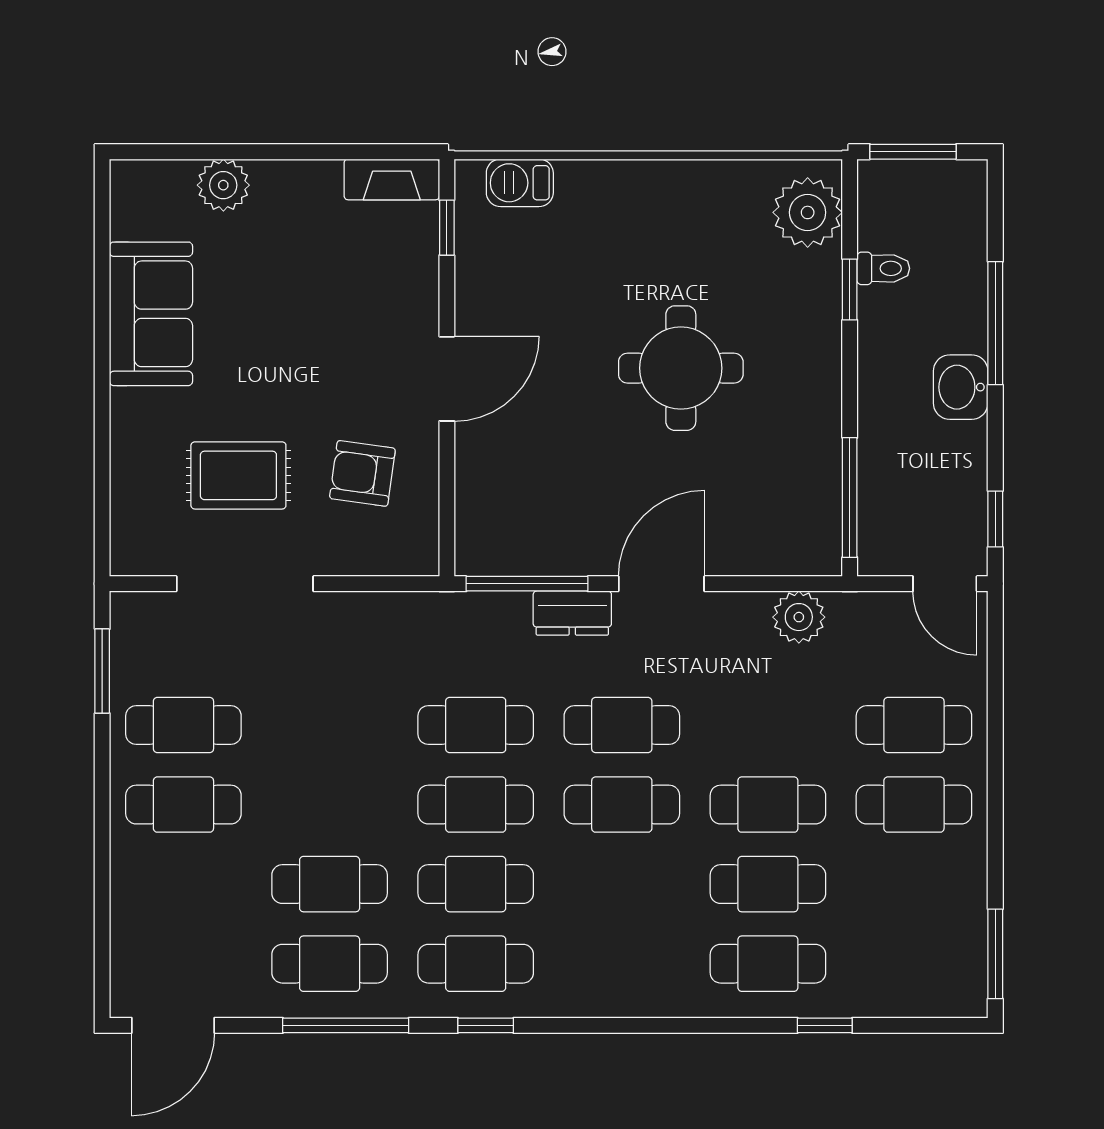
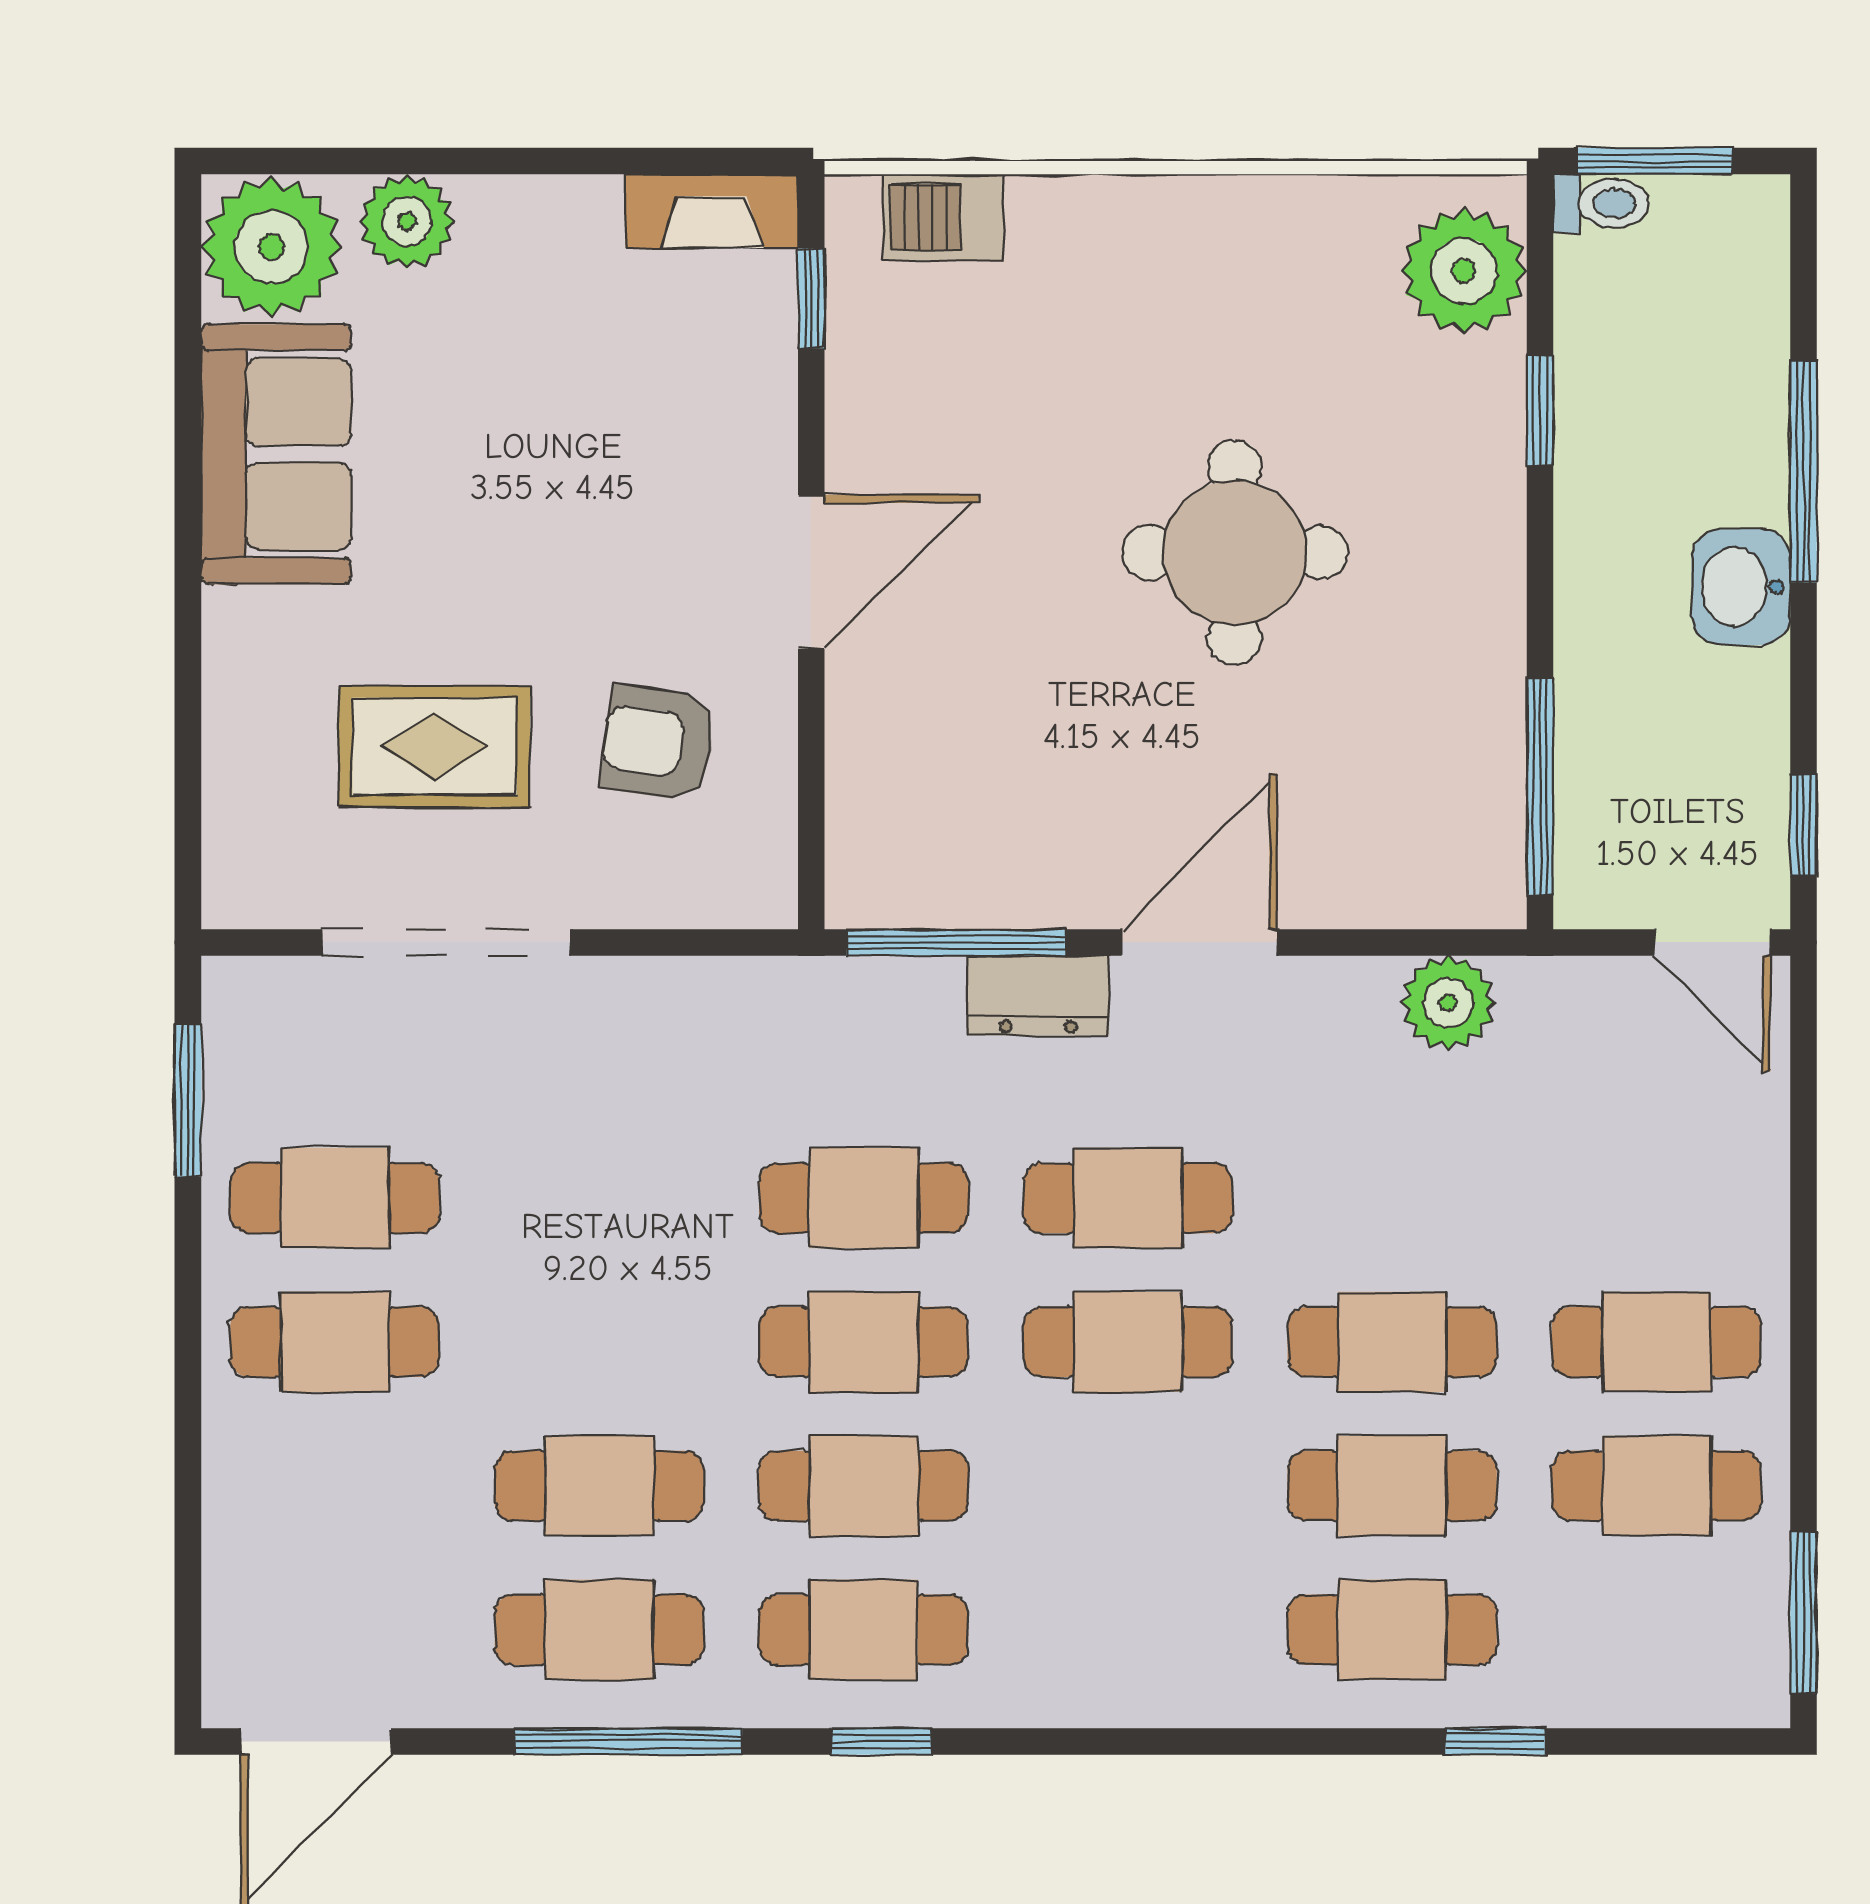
plant: (148, 199) -> (271, 247), added
toilet: (883, 268) -> (1601, 204), moved
cafe table: (914, 725) -> (1656, 1486), moved

